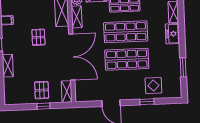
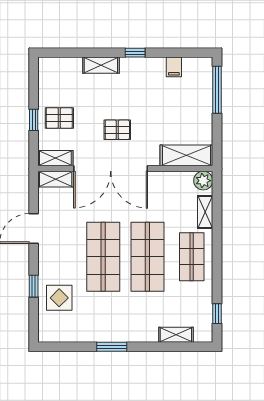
shelving: (77, 17) -> (56, 179), moved
freezer: (172, 34) -> (141, 332), removed
pallet: (38, 37) -> (117, 130), moved
window: (183, 67) -> (112, 347), moved

